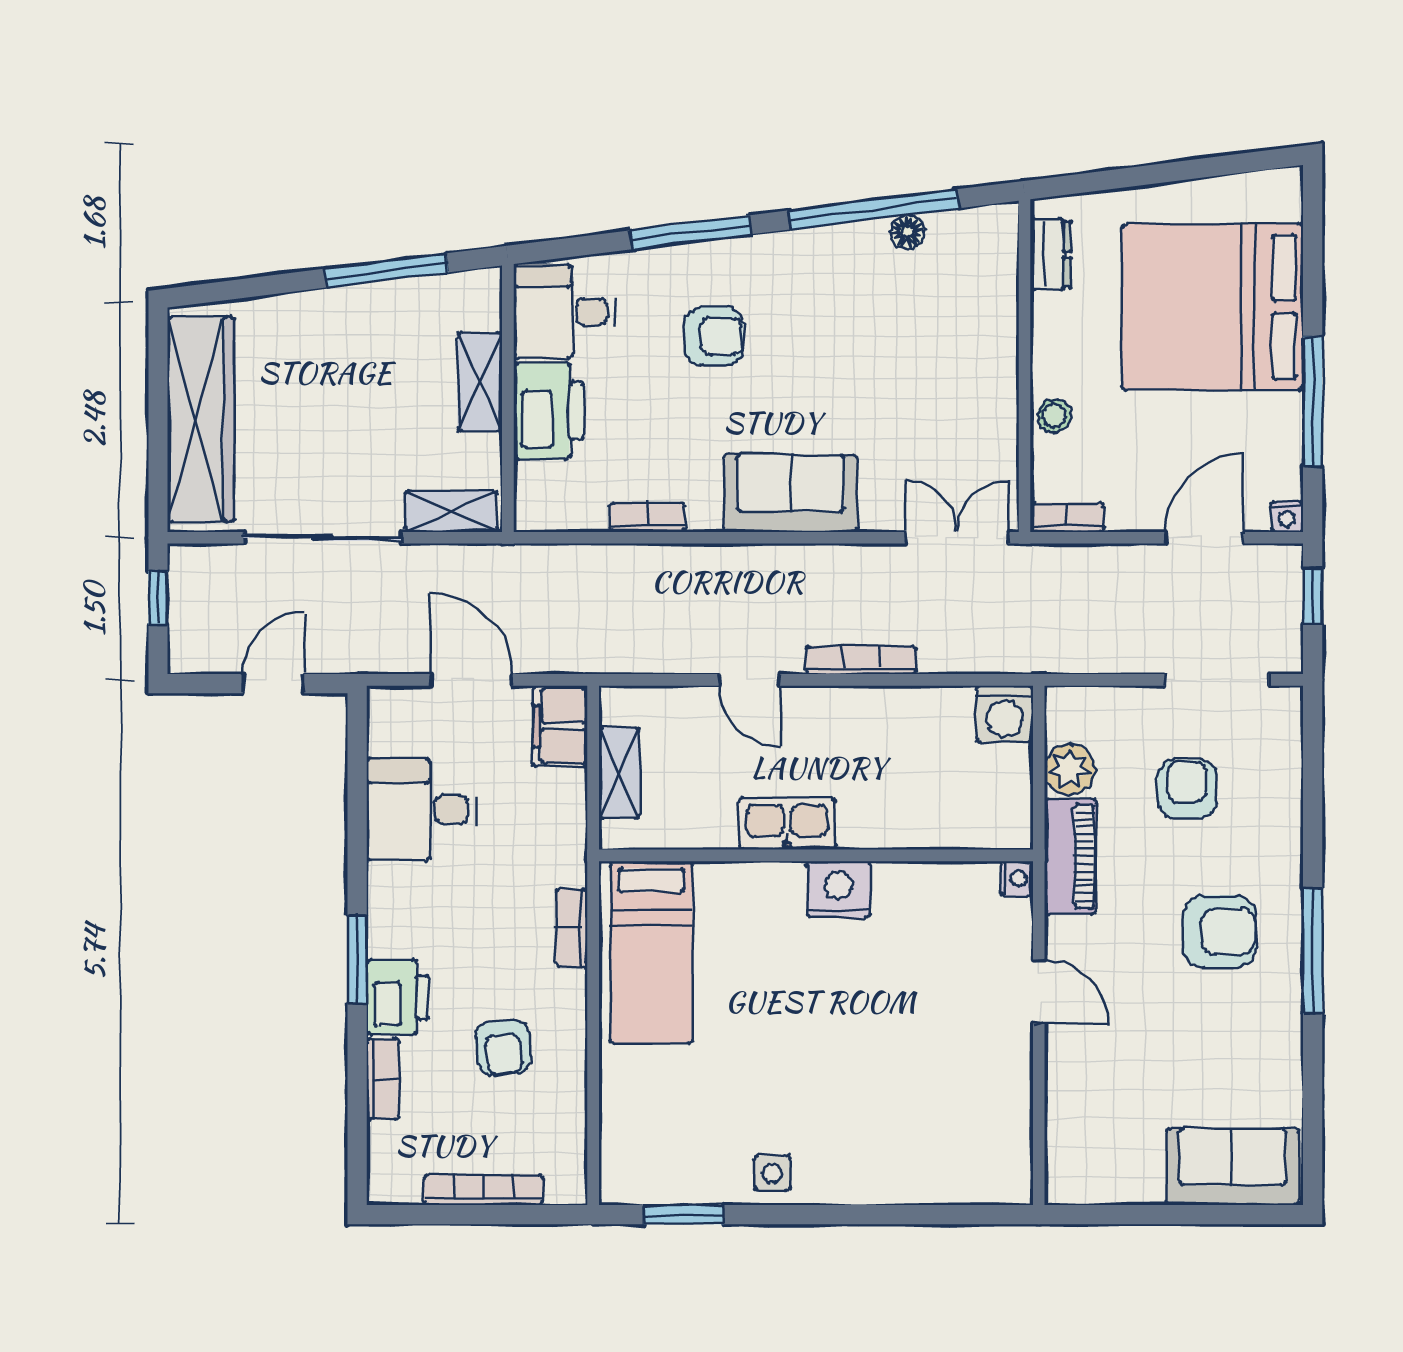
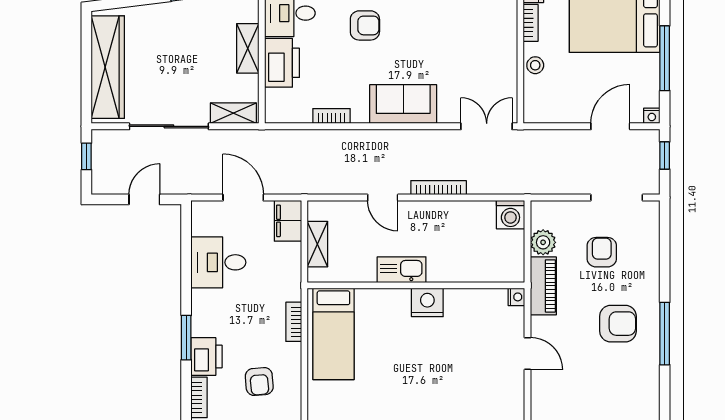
bookcase: (1067, 517) -> (531, 23), moved, turned 90

